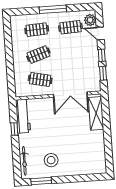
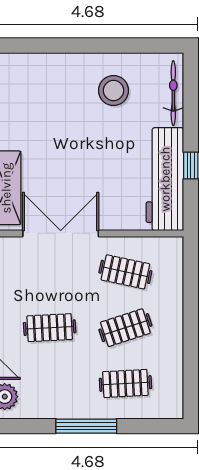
clothes rail: (70, 27) -> (50, 328), moved
workbench: (23, 116) -> (165, 179), width x1.36, depth x1.32
window: (41, 181) -> (139, 46), removed

